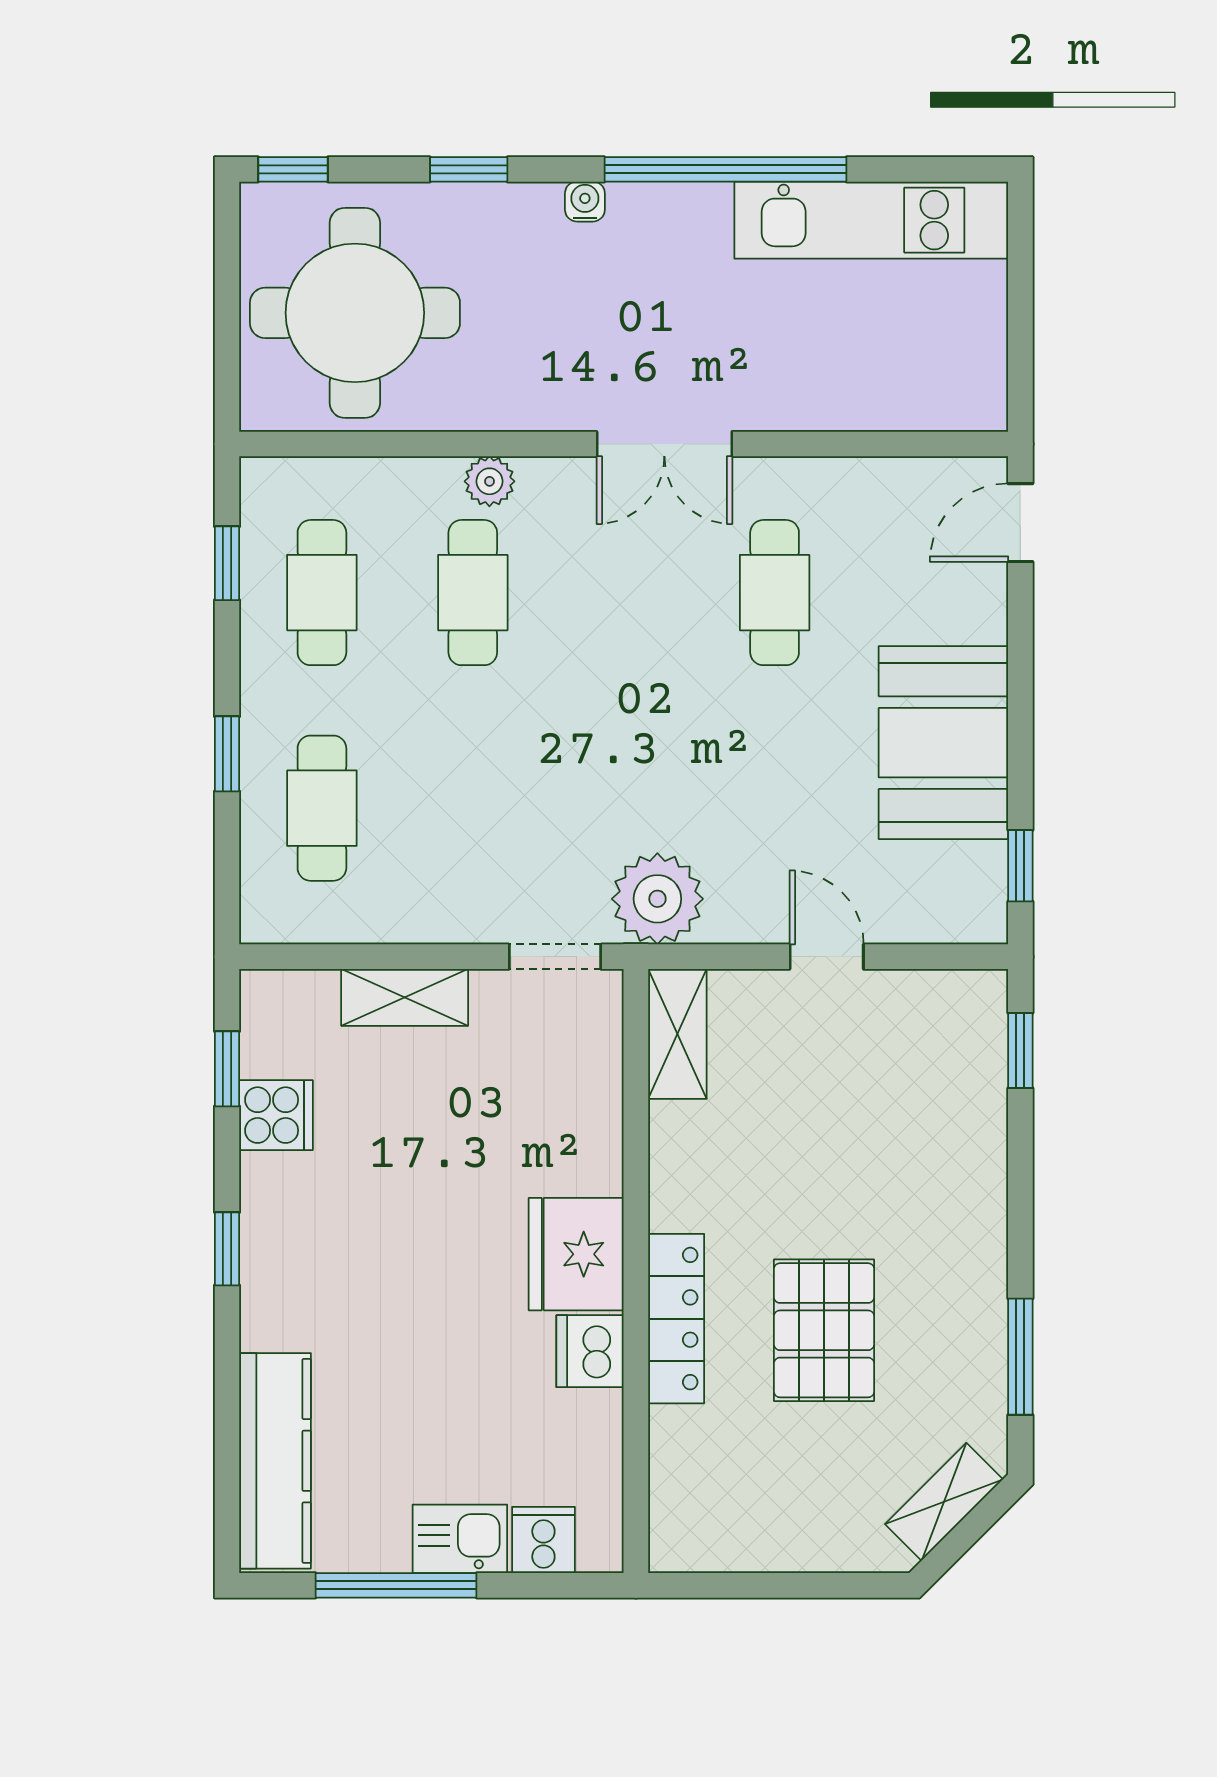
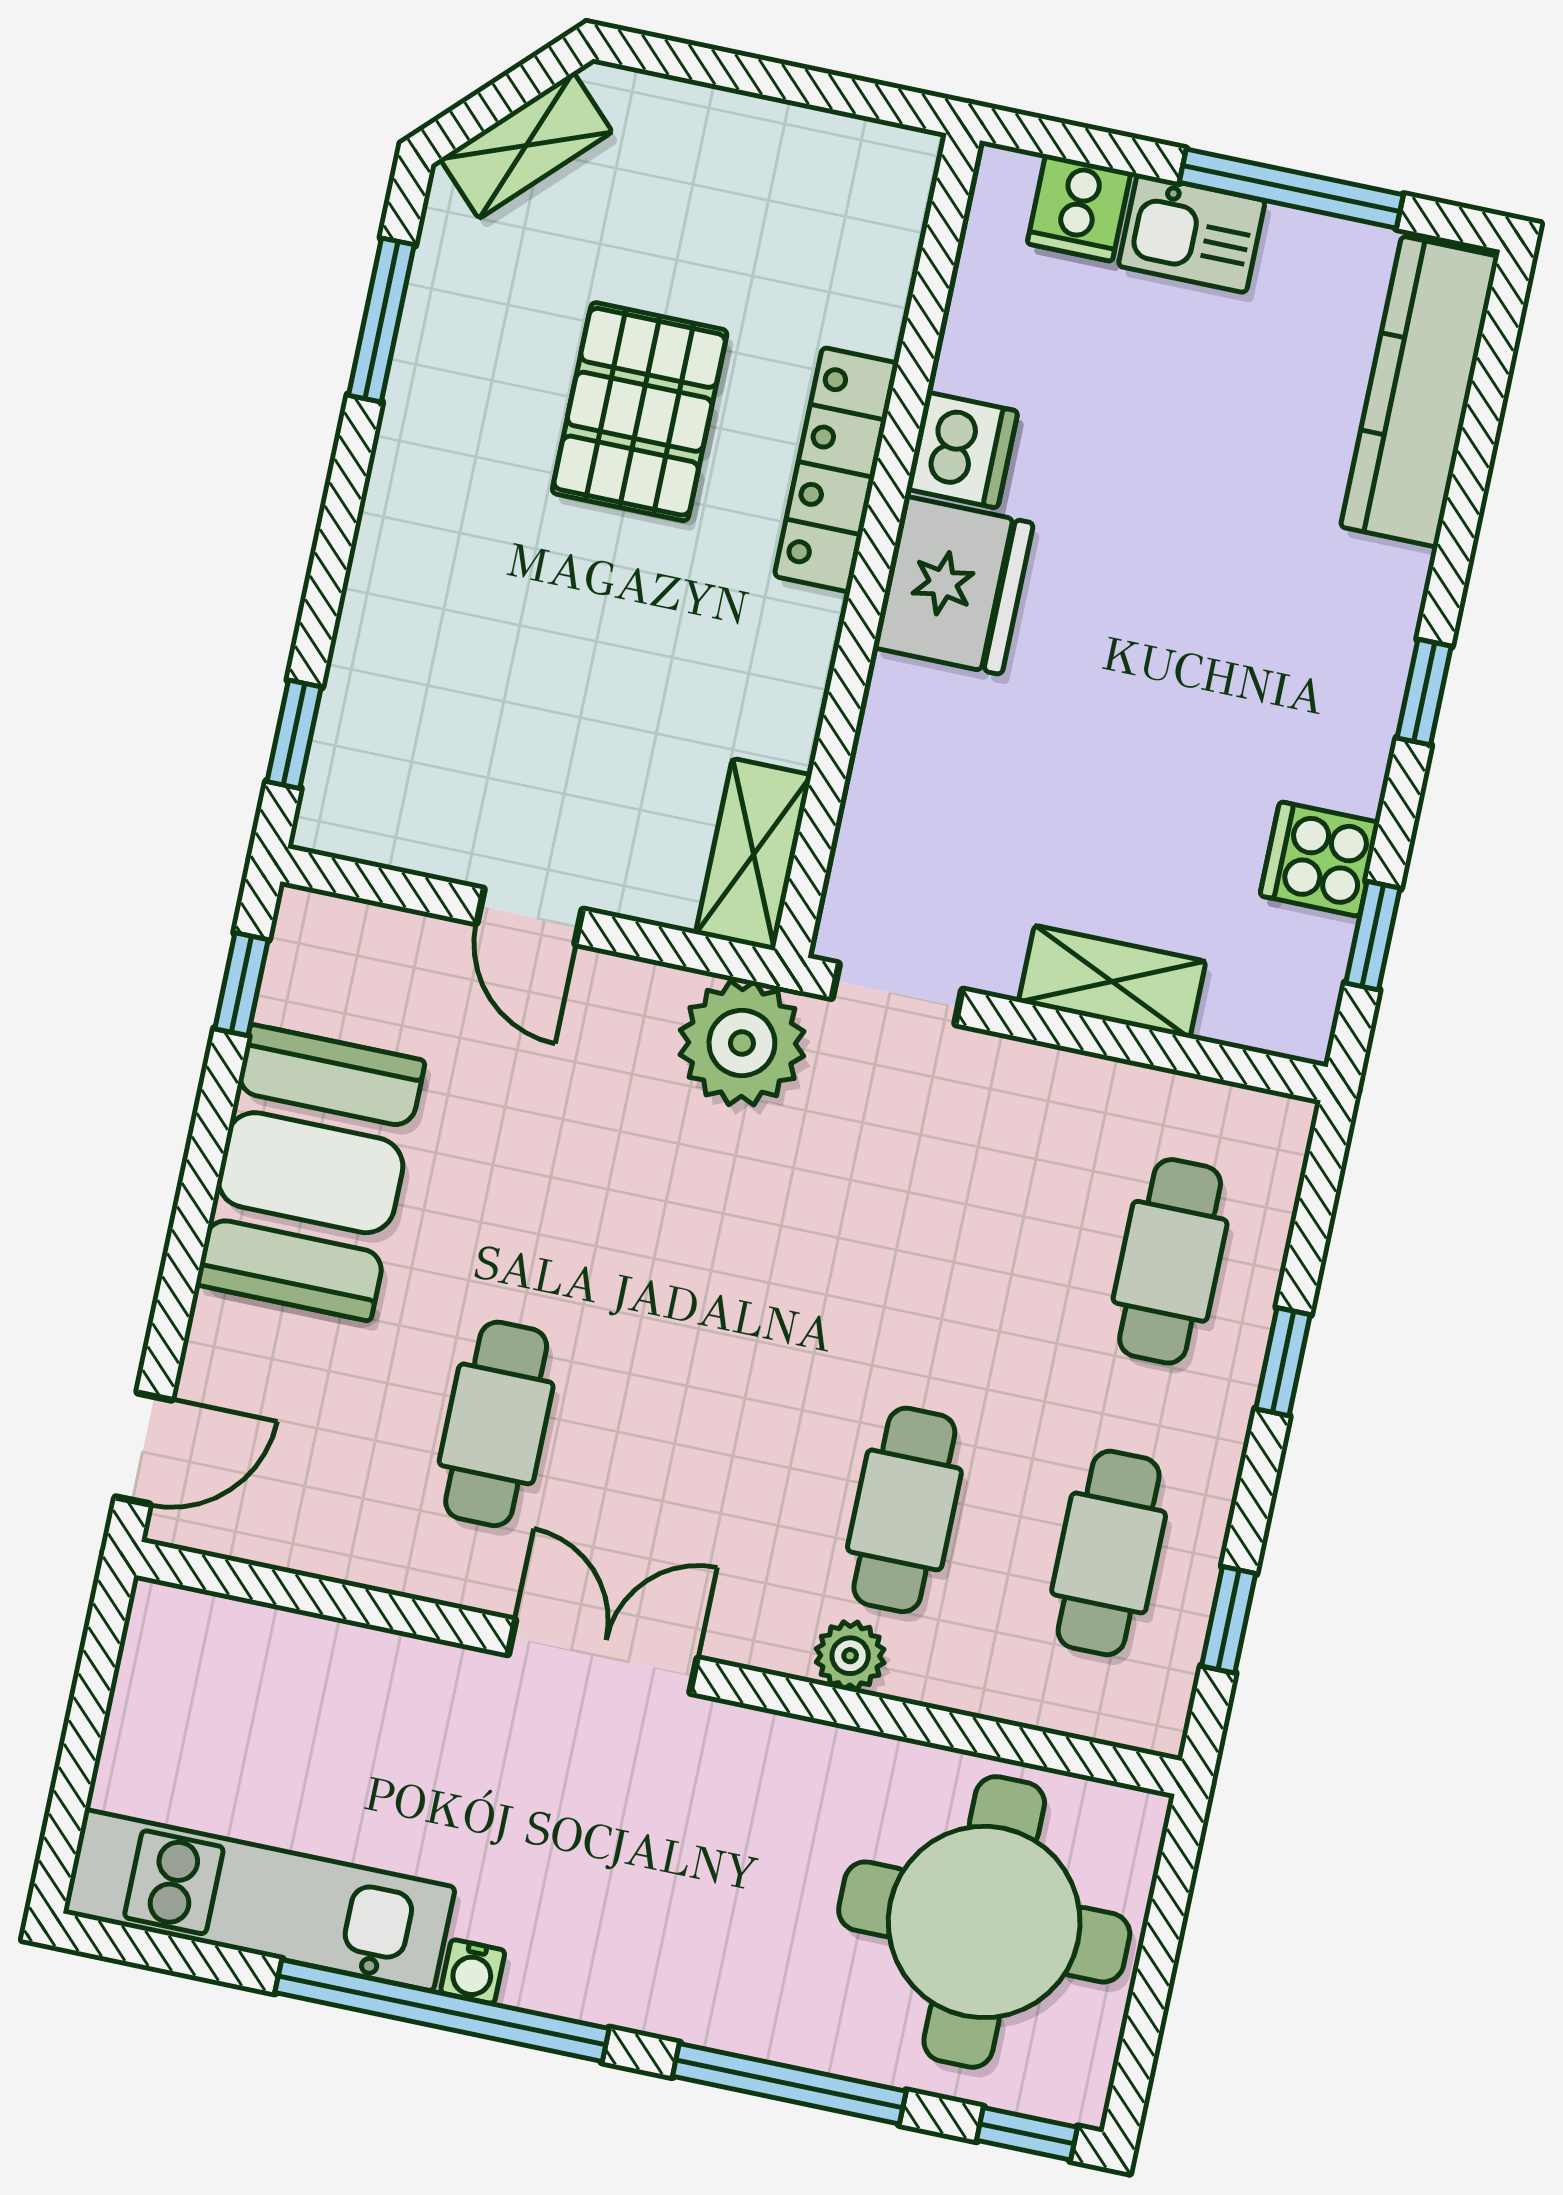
window: (469, 169) -> (789, 2084), width x2.17
water cooler: (585, 202) -> (473, 1972), moved

